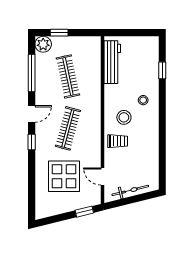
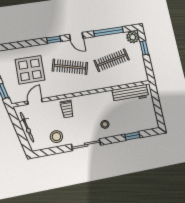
stool: (124, 117) -> (56, 137), moved
sliding door: (162, 127) -> (86, 145), added

